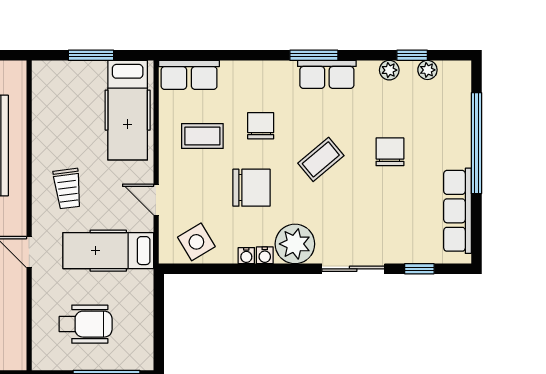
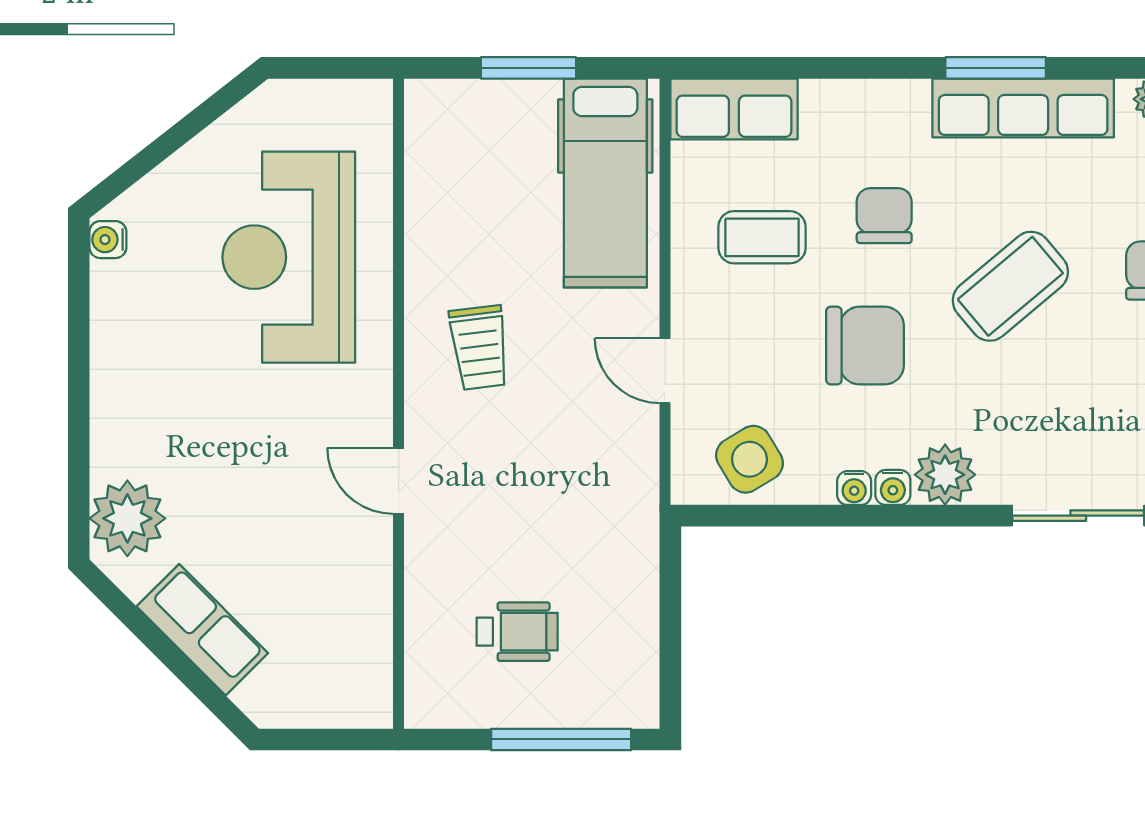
row of seats: (327, 74) -> (1023, 108), width x1.48
coffee table: (321, 159) -> (1010, 286), width x1.36, depth x1.30
plant: (295, 244) -> (945, 475), width x0.73, depth x0.73
hospital bed: (108, 251) -> (565, 477), removed
wheelchair: (86, 324) -> (517, 632), width x0.73, depth x0.73

